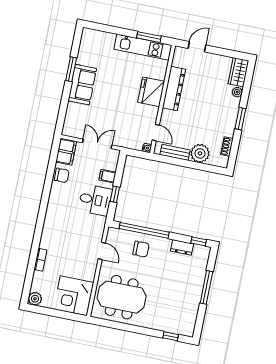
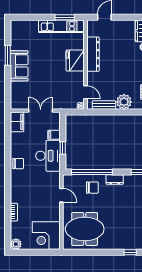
chair: (62, 175) -> (18, 164), moved
desk: (95, 200) -> (48, 156), width x1.37
dresser: (182, 247) -> (115, 180), moved

